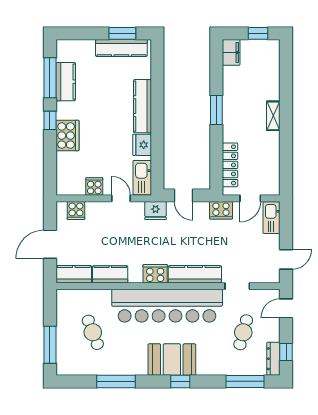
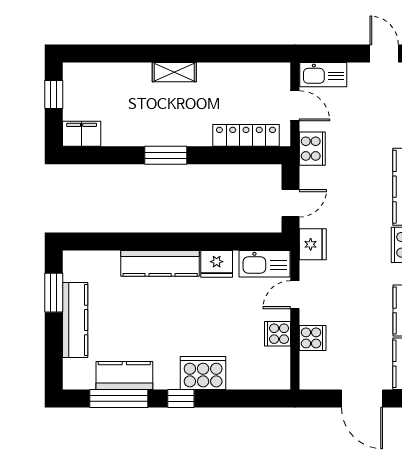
kitchen counter: (121, 48) -> (75, 320), moved
cooker: (76, 211) -> (313, 338), moved

